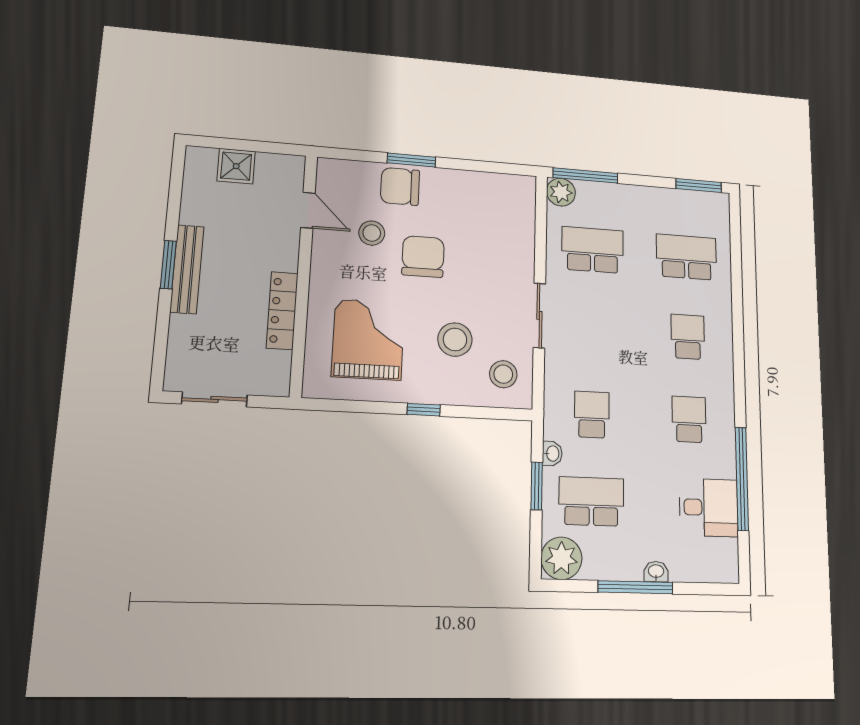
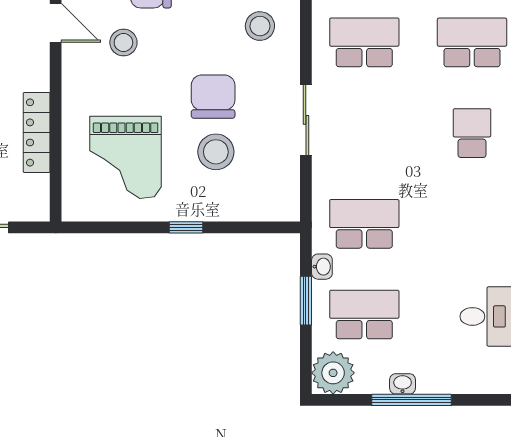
chair: (423, 257) -> (213, 97), moved
grand piano: (368, 340) -> (126, 157), turned 180
stool: (503, 374) -> (260, 26), moved
school desk: (592, 415) -> (364, 224), width x1.85
school desk: (689, 419) -> (472, 224), removed
washbasin: (656, 572) -> (403, 384), moved

